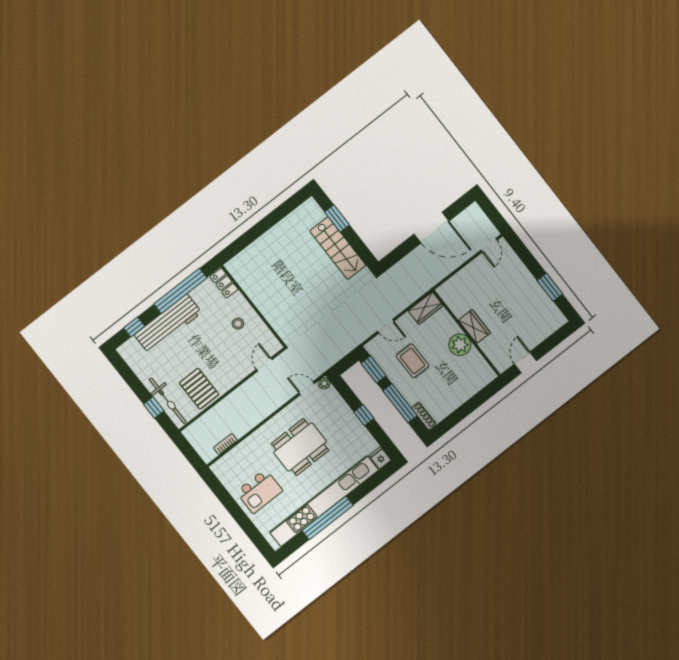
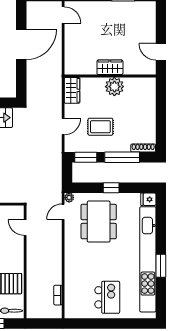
dining table: (300, 447) -> (99, 222), moved
window: (328, 518) -> (161, 266), width x0.47

